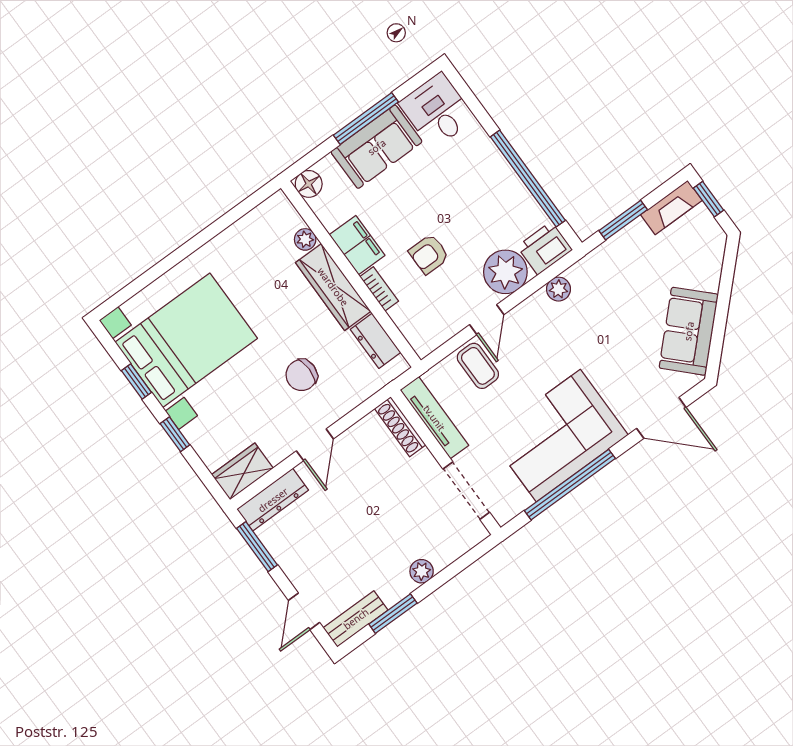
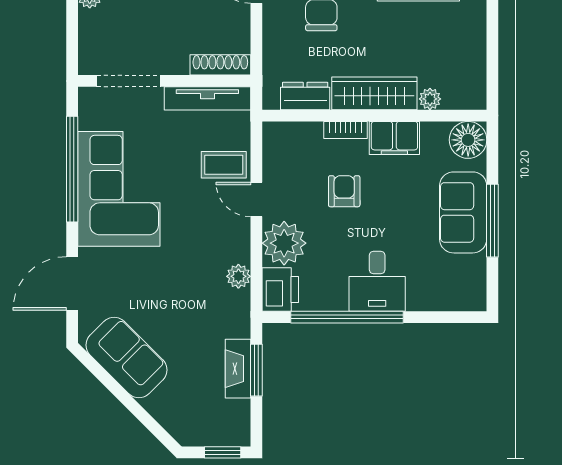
desk: (437, 111) -> (377, 281), moved, turned 90
floor lamp: (309, 184) -> (468, 140), width x1.38, depth x1.38
fireplace: (671, 207) -> (238, 369), moved

